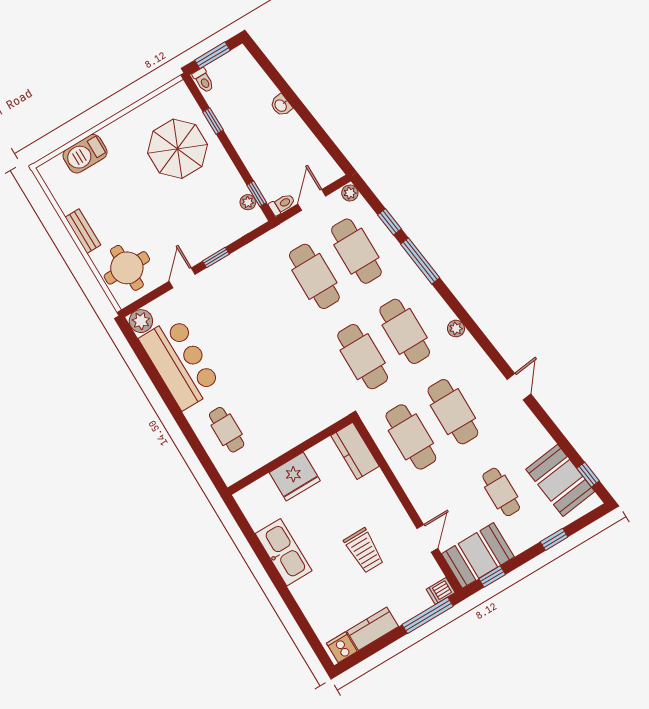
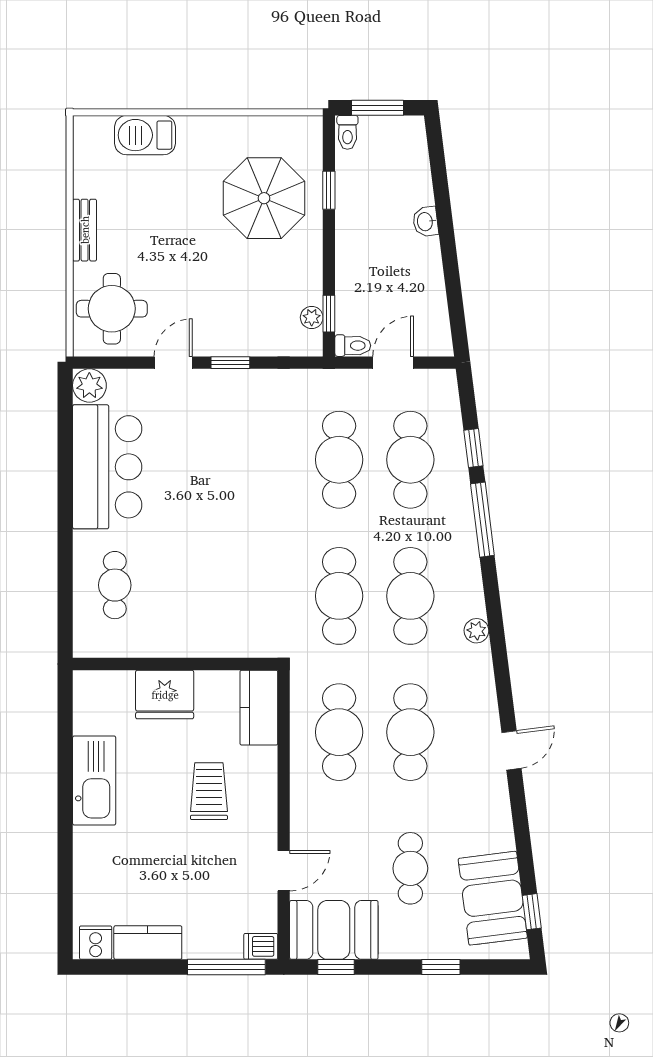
plant: (350, 193) -> (446, 382), removed
trolley: (364, 551) -> (209, 791), moved, turned 180

